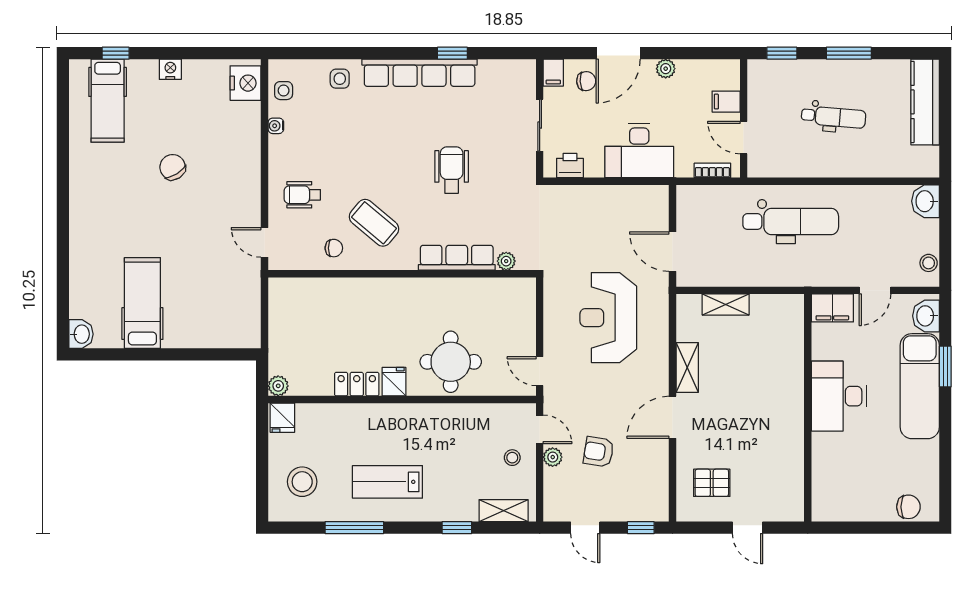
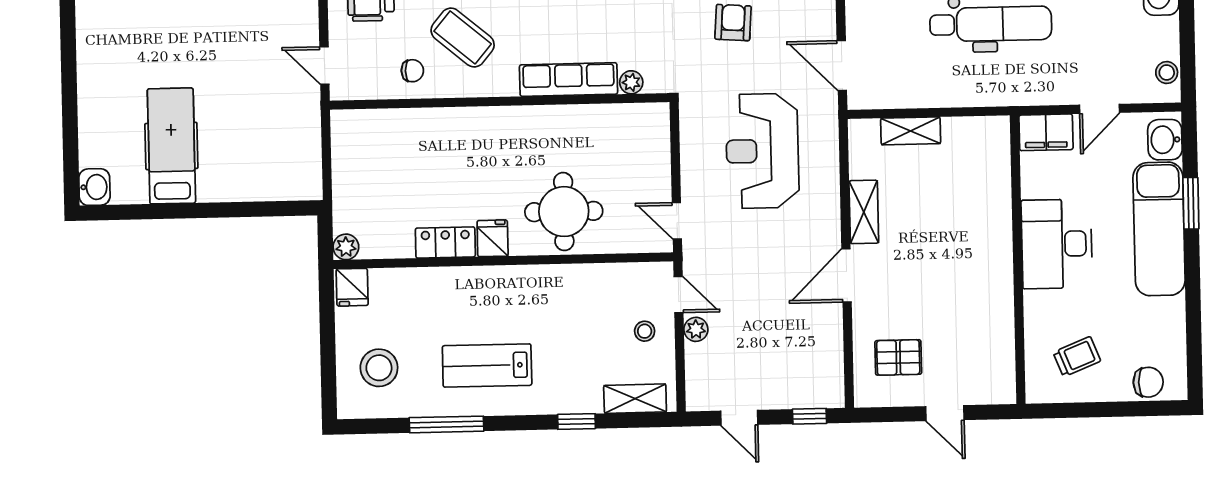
armchair: (599, 452) -> (733, 23), moved, turned 85
trolley: (853, 485) -> (1077, 357), added

